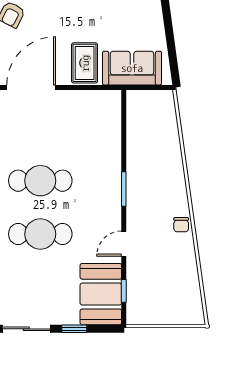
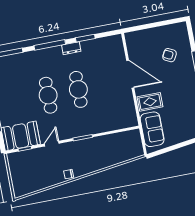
door: (124, 244) -> (52, 144), hinge flipped

